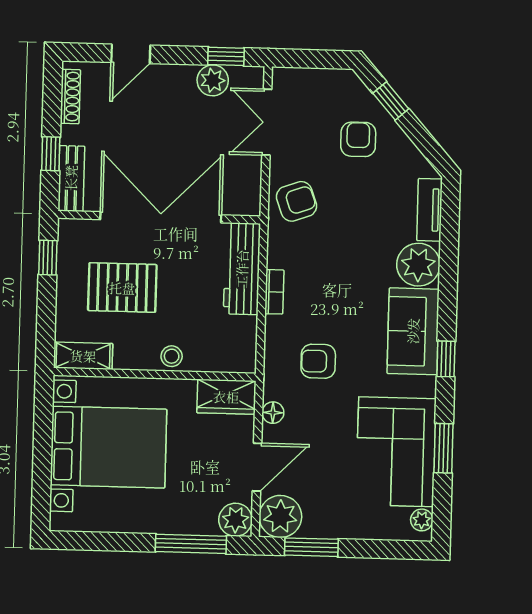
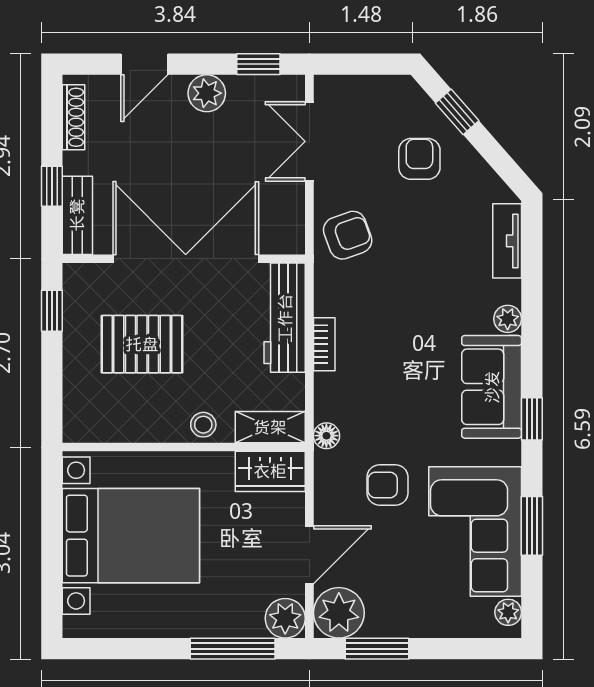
plant: (213, 80) -> (207, 93), moved
plant: (418, 265) -> (508, 319), width x0.53, depth x0.53
shelving: (83, 356) -> (270, 427), moved
armchair: (318, 361) -> (388, 485), moved
floor lamp: (273, 413) -> (326, 436), moved

